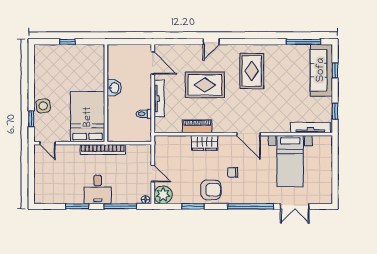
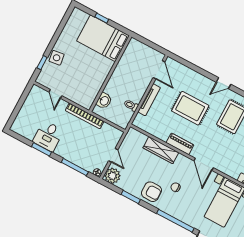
door: (211, 42) -> (224, 83), moved
washbasin: (114, 88) -> (104, 101), moved
bed: (88, 117) -> (103, 38), moved, turned -90
piano: (197, 126) -> (180, 144), moved
door: (48, 143) -> (55, 94), moved
wardrobe: (204, 143) -> (161, 150), width x1.50
desk: (98, 189) -> (48, 136), moved

